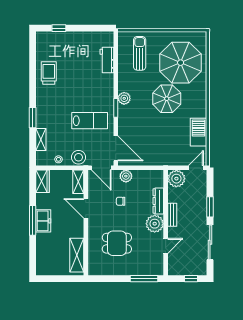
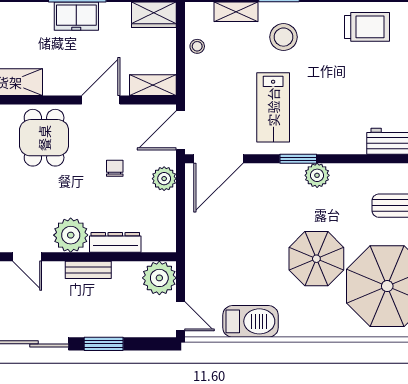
stool: (79, 157) -> (284, 37), moved
dining table: (117, 243) -> (44, 138), moved

